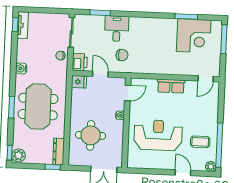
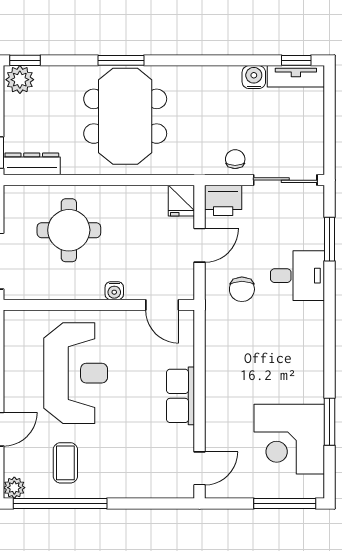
water cooler: (21, 68) -> (254, 77), moved
door: (206, 79) -> (200, 468), swing flipped
meeting table: (38, 107) -> (125, 116), turned 90

